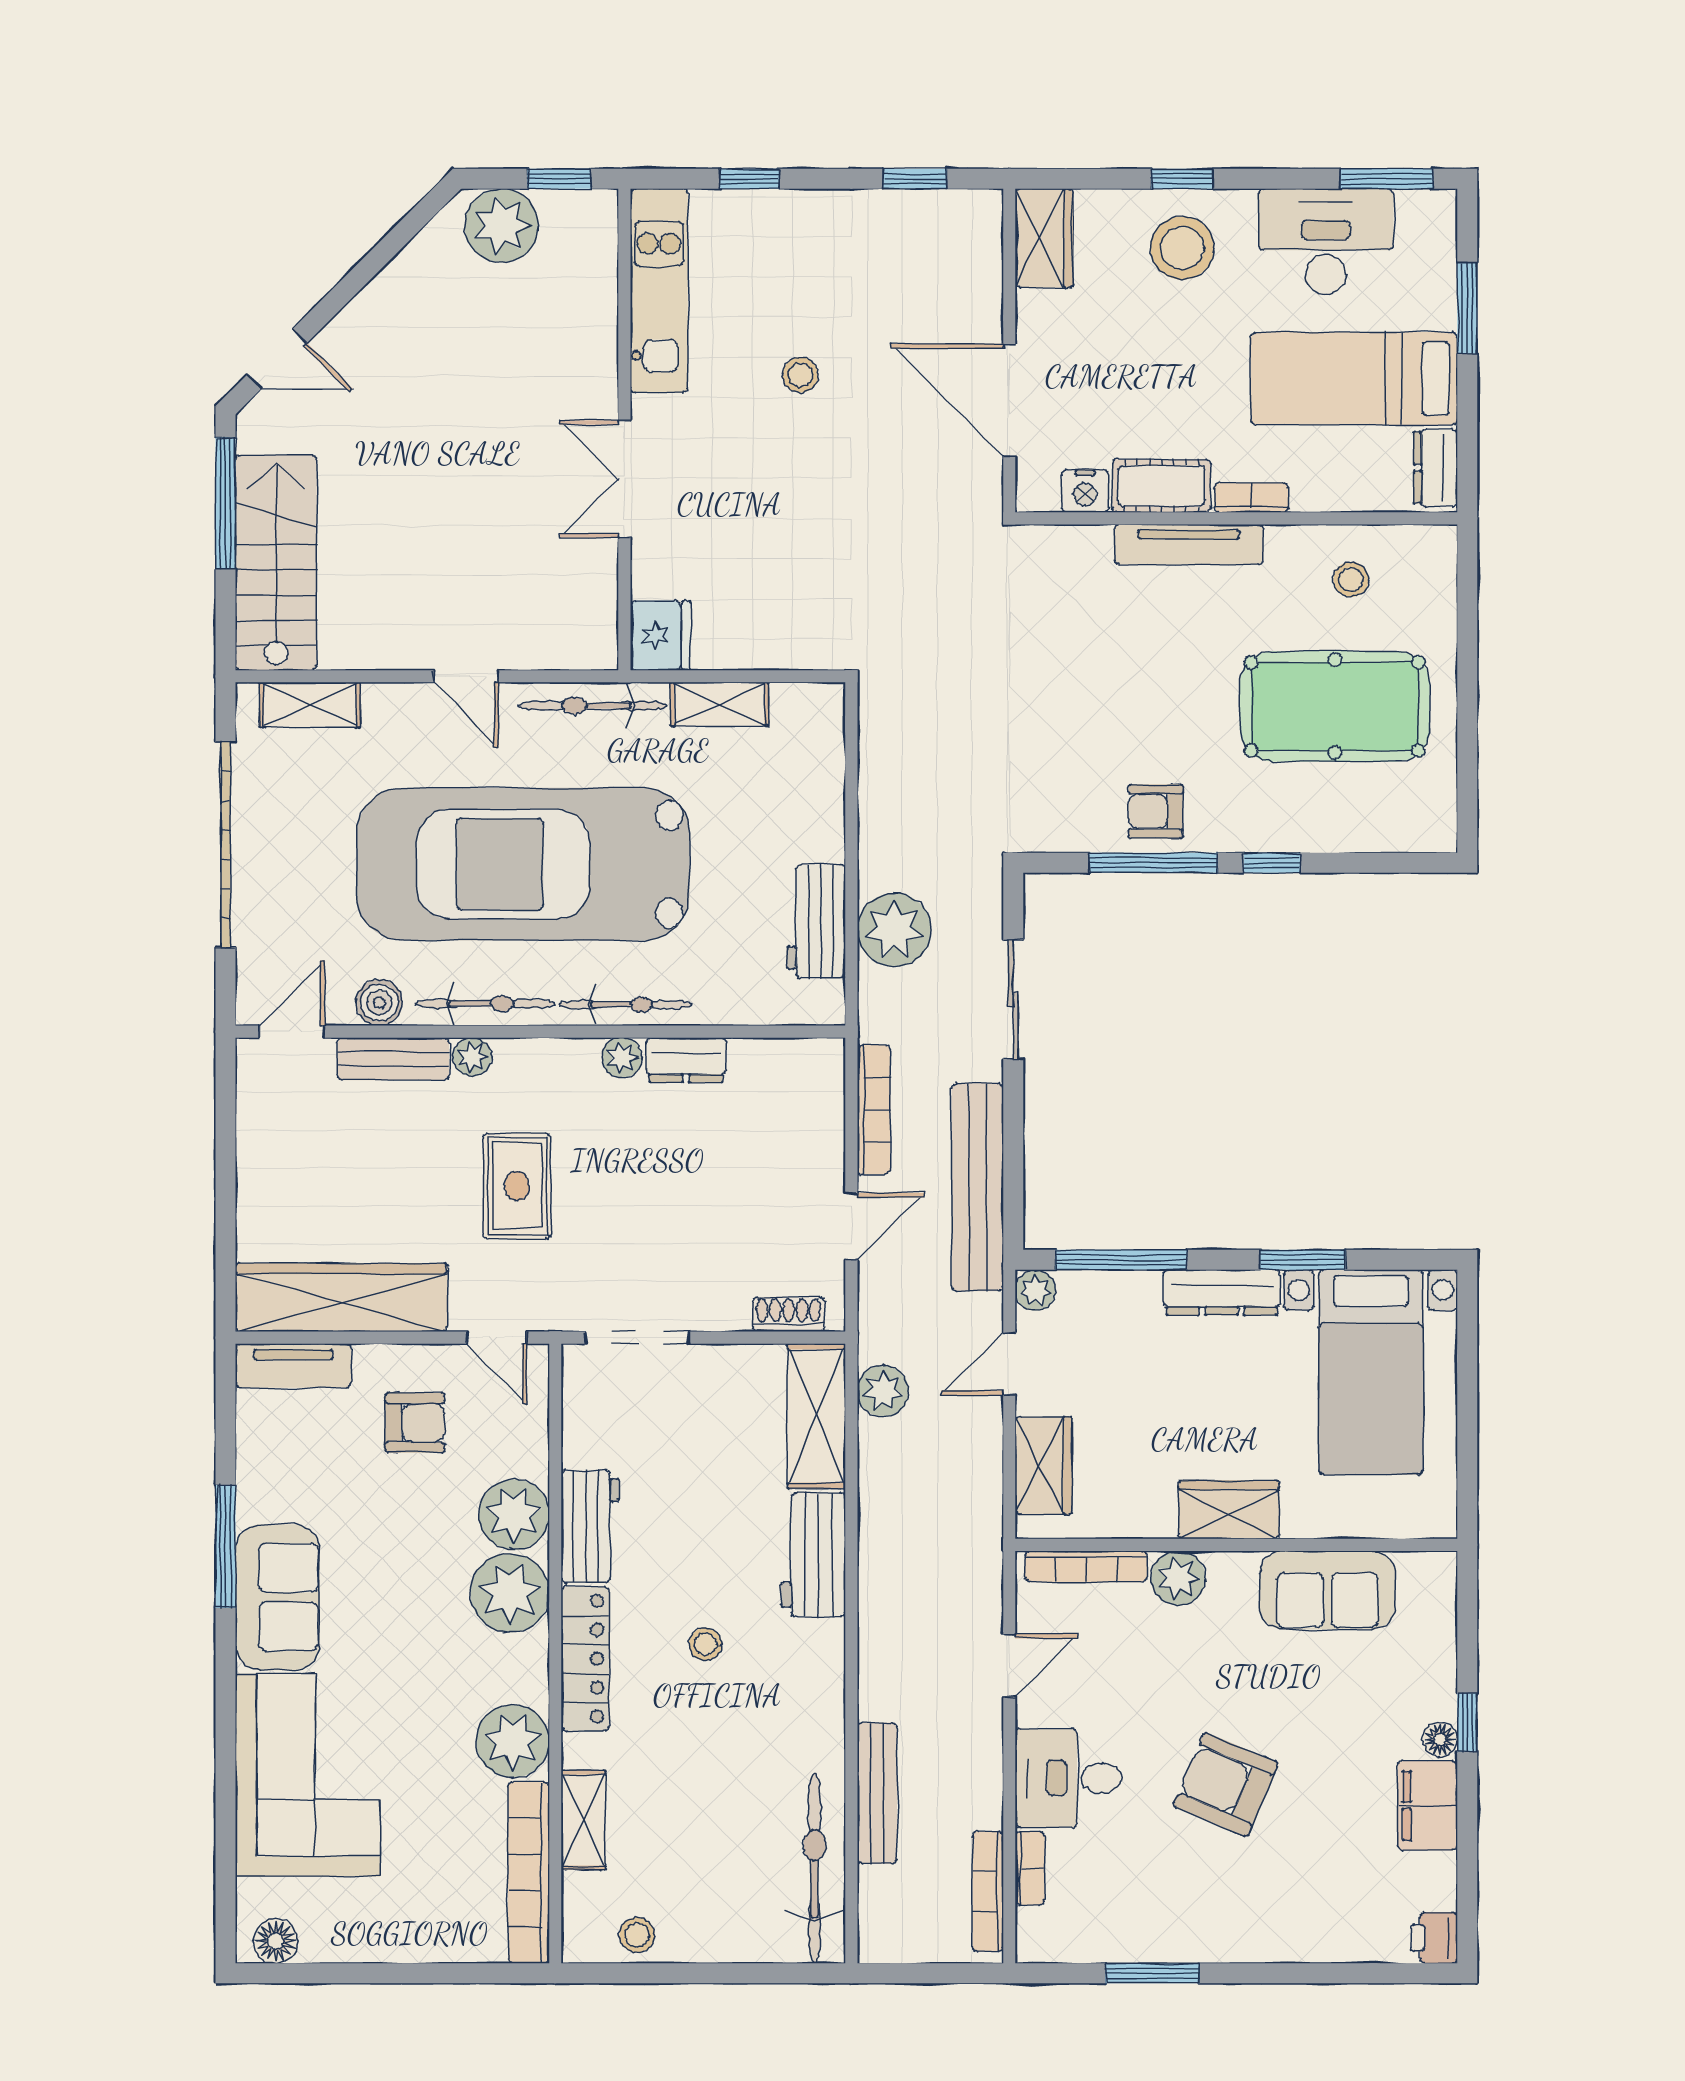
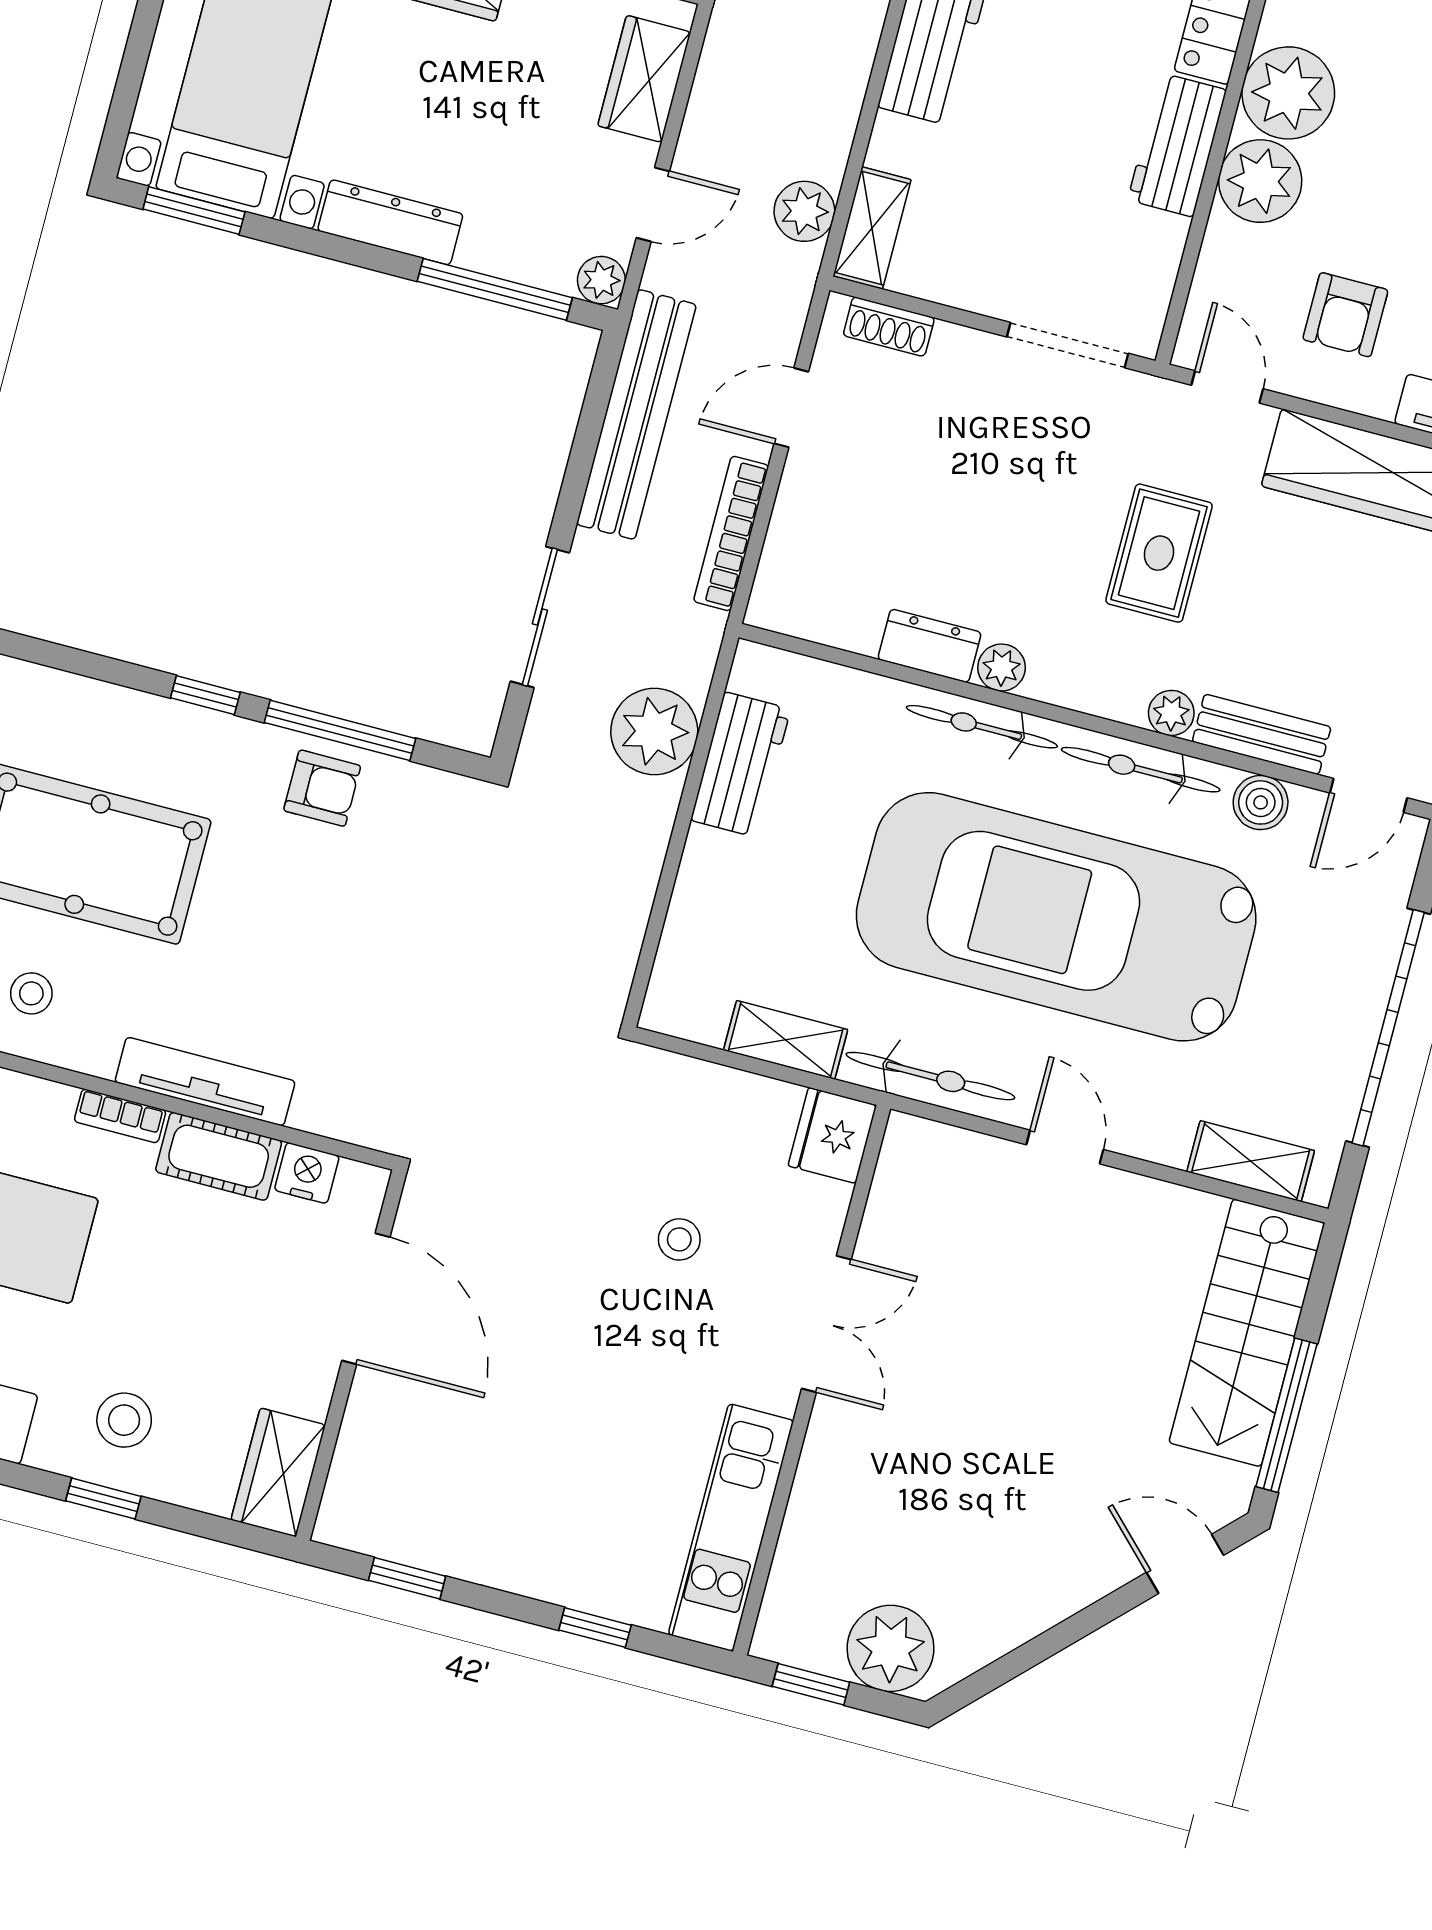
stool: (1182, 248) -> (124, 1420), width x0.73, depth x0.73
stool: (800, 375) -> (679, 1239), moved
car: (523, 864) -> (1056, 917), turned 180
window: (1303, 1260) -> (194, 211), moved
shelving: (816, 1416) -> (872, 228), width x0.67, depth x0.75
armchair: (415, 1423) -> (1345, 315), turned -90

